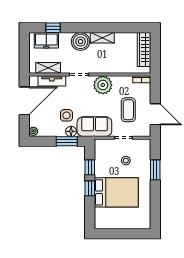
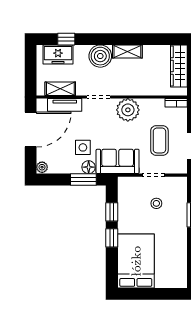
bed: (116, 192) -> (136, 261), moved, turned -90

